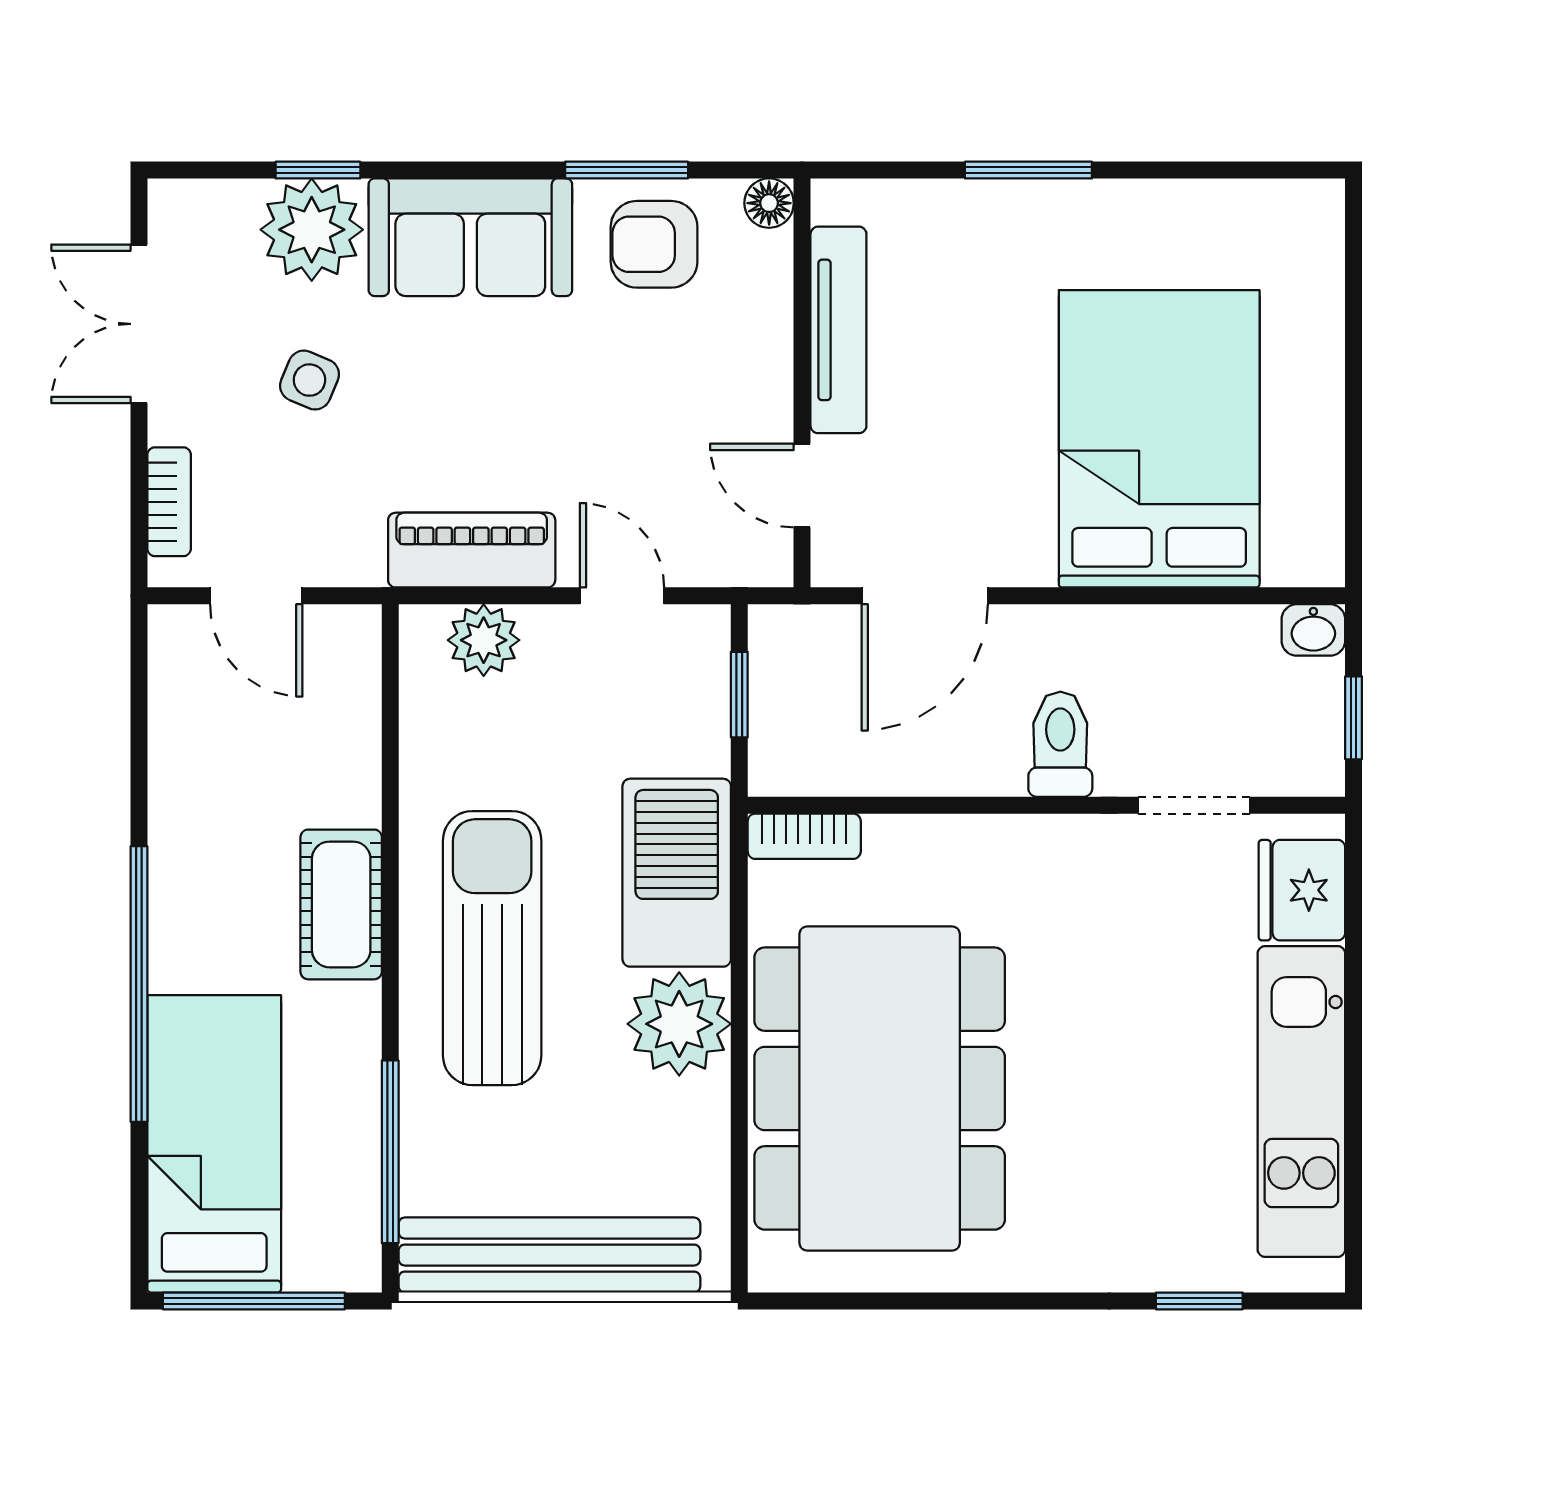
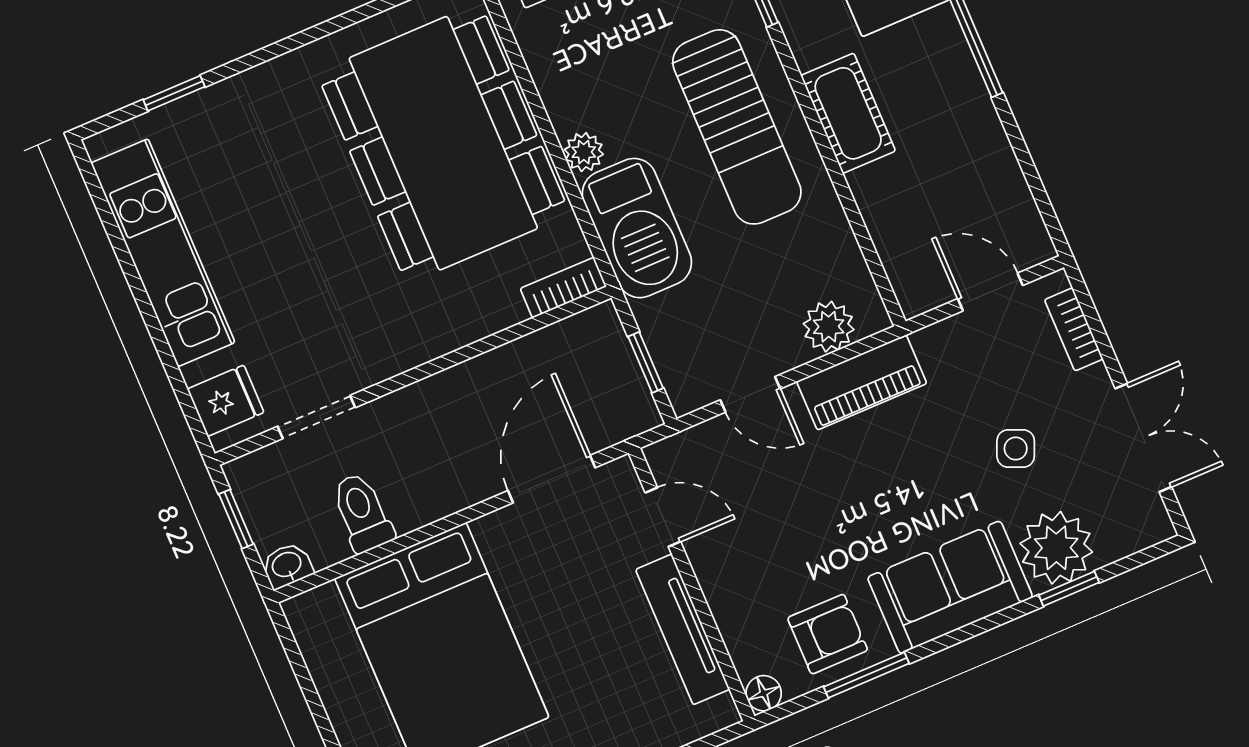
toilet: (1060, 744) -> (362, 513), moved, turned 180
fridge: (1302, 890) -> (226, 401), width x0.72
plant: (679, 1024) -> (584, 152), width x0.53, depth x0.53

